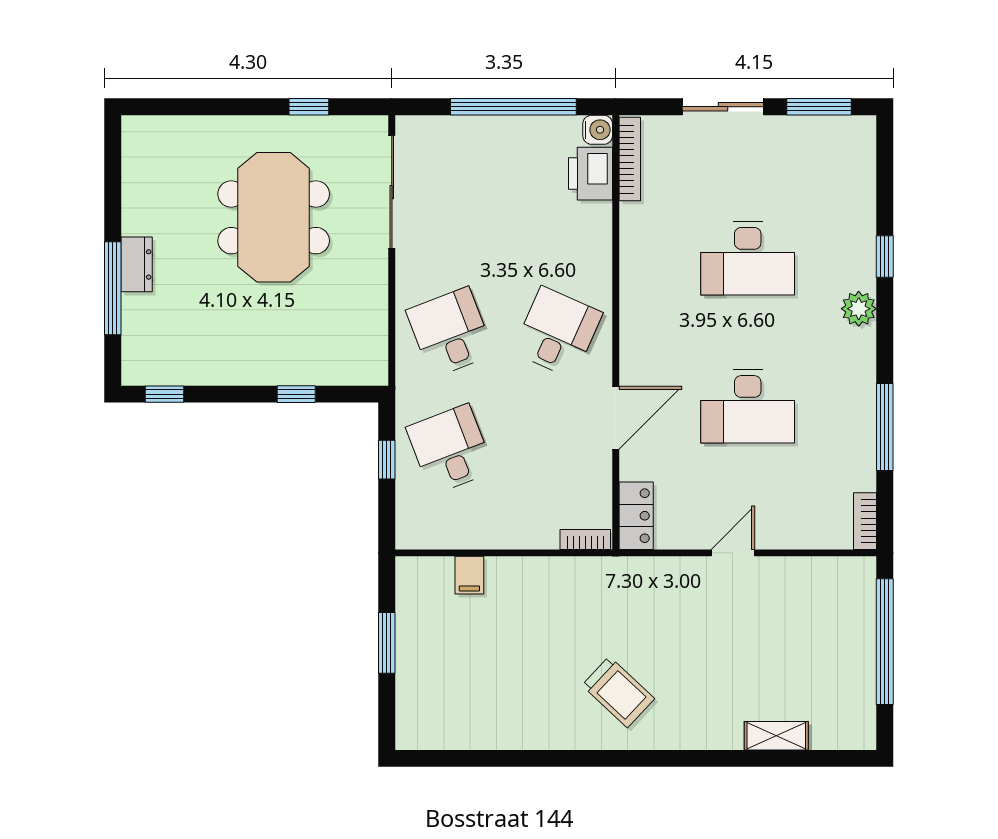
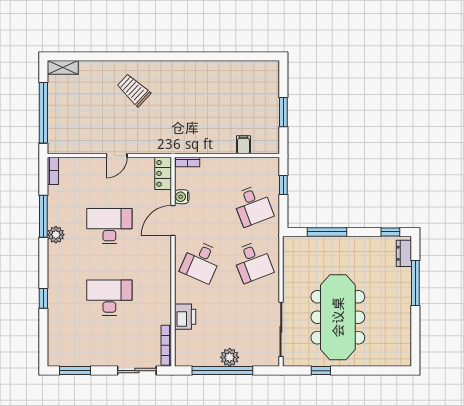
sliding door: (723, 107) -> (137, 371), moved
water cooler: (598, 130) -> (182, 197), moved
plant: (498, 134) -> (230, 357), added
printer: (590, 174) -> (185, 317), moved
meeting table: (274, 217) -> (338, 317), width x1.36
dresser: (137, 264) -> (404, 253), moved
plant: (859, 309) -> (56, 235), moved
window: (296, 394) -> (327, 232), width x2.17
window: (387, 460) -> (283, 185), moved
trolley: (618, 692) -> (134, 90), moved
shelving: (776, 736) -> (63, 67), moved

